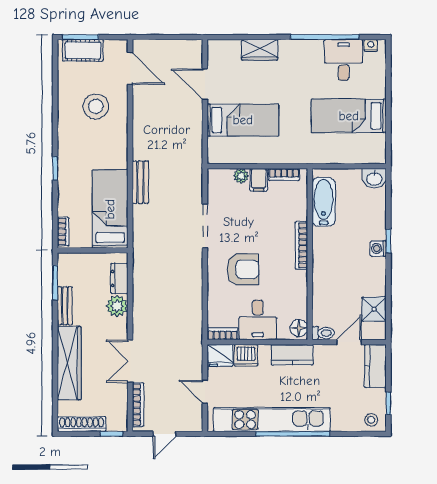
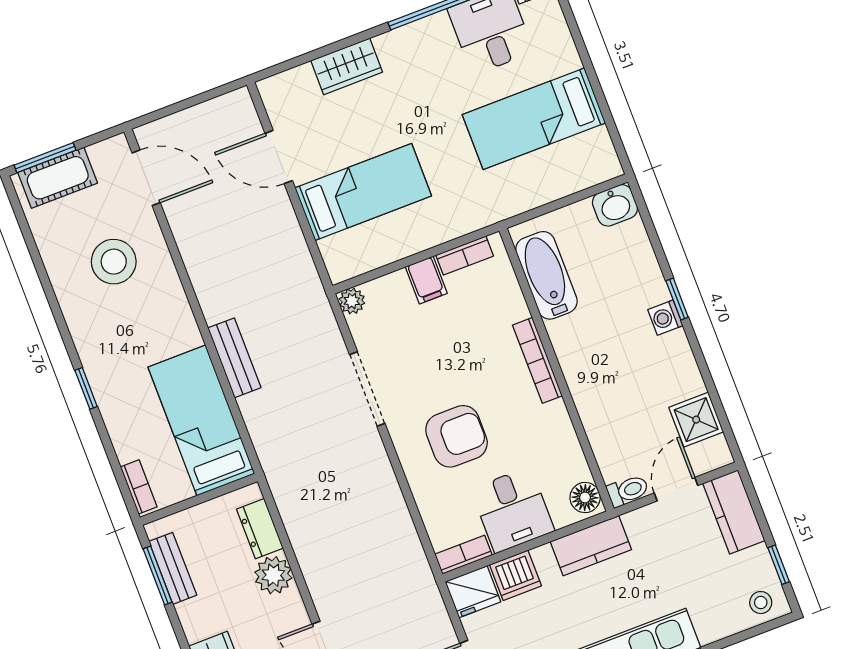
plant: (241, 176) -> (352, 301), moved
bench: (65, 306) -> (173, 568), moved

